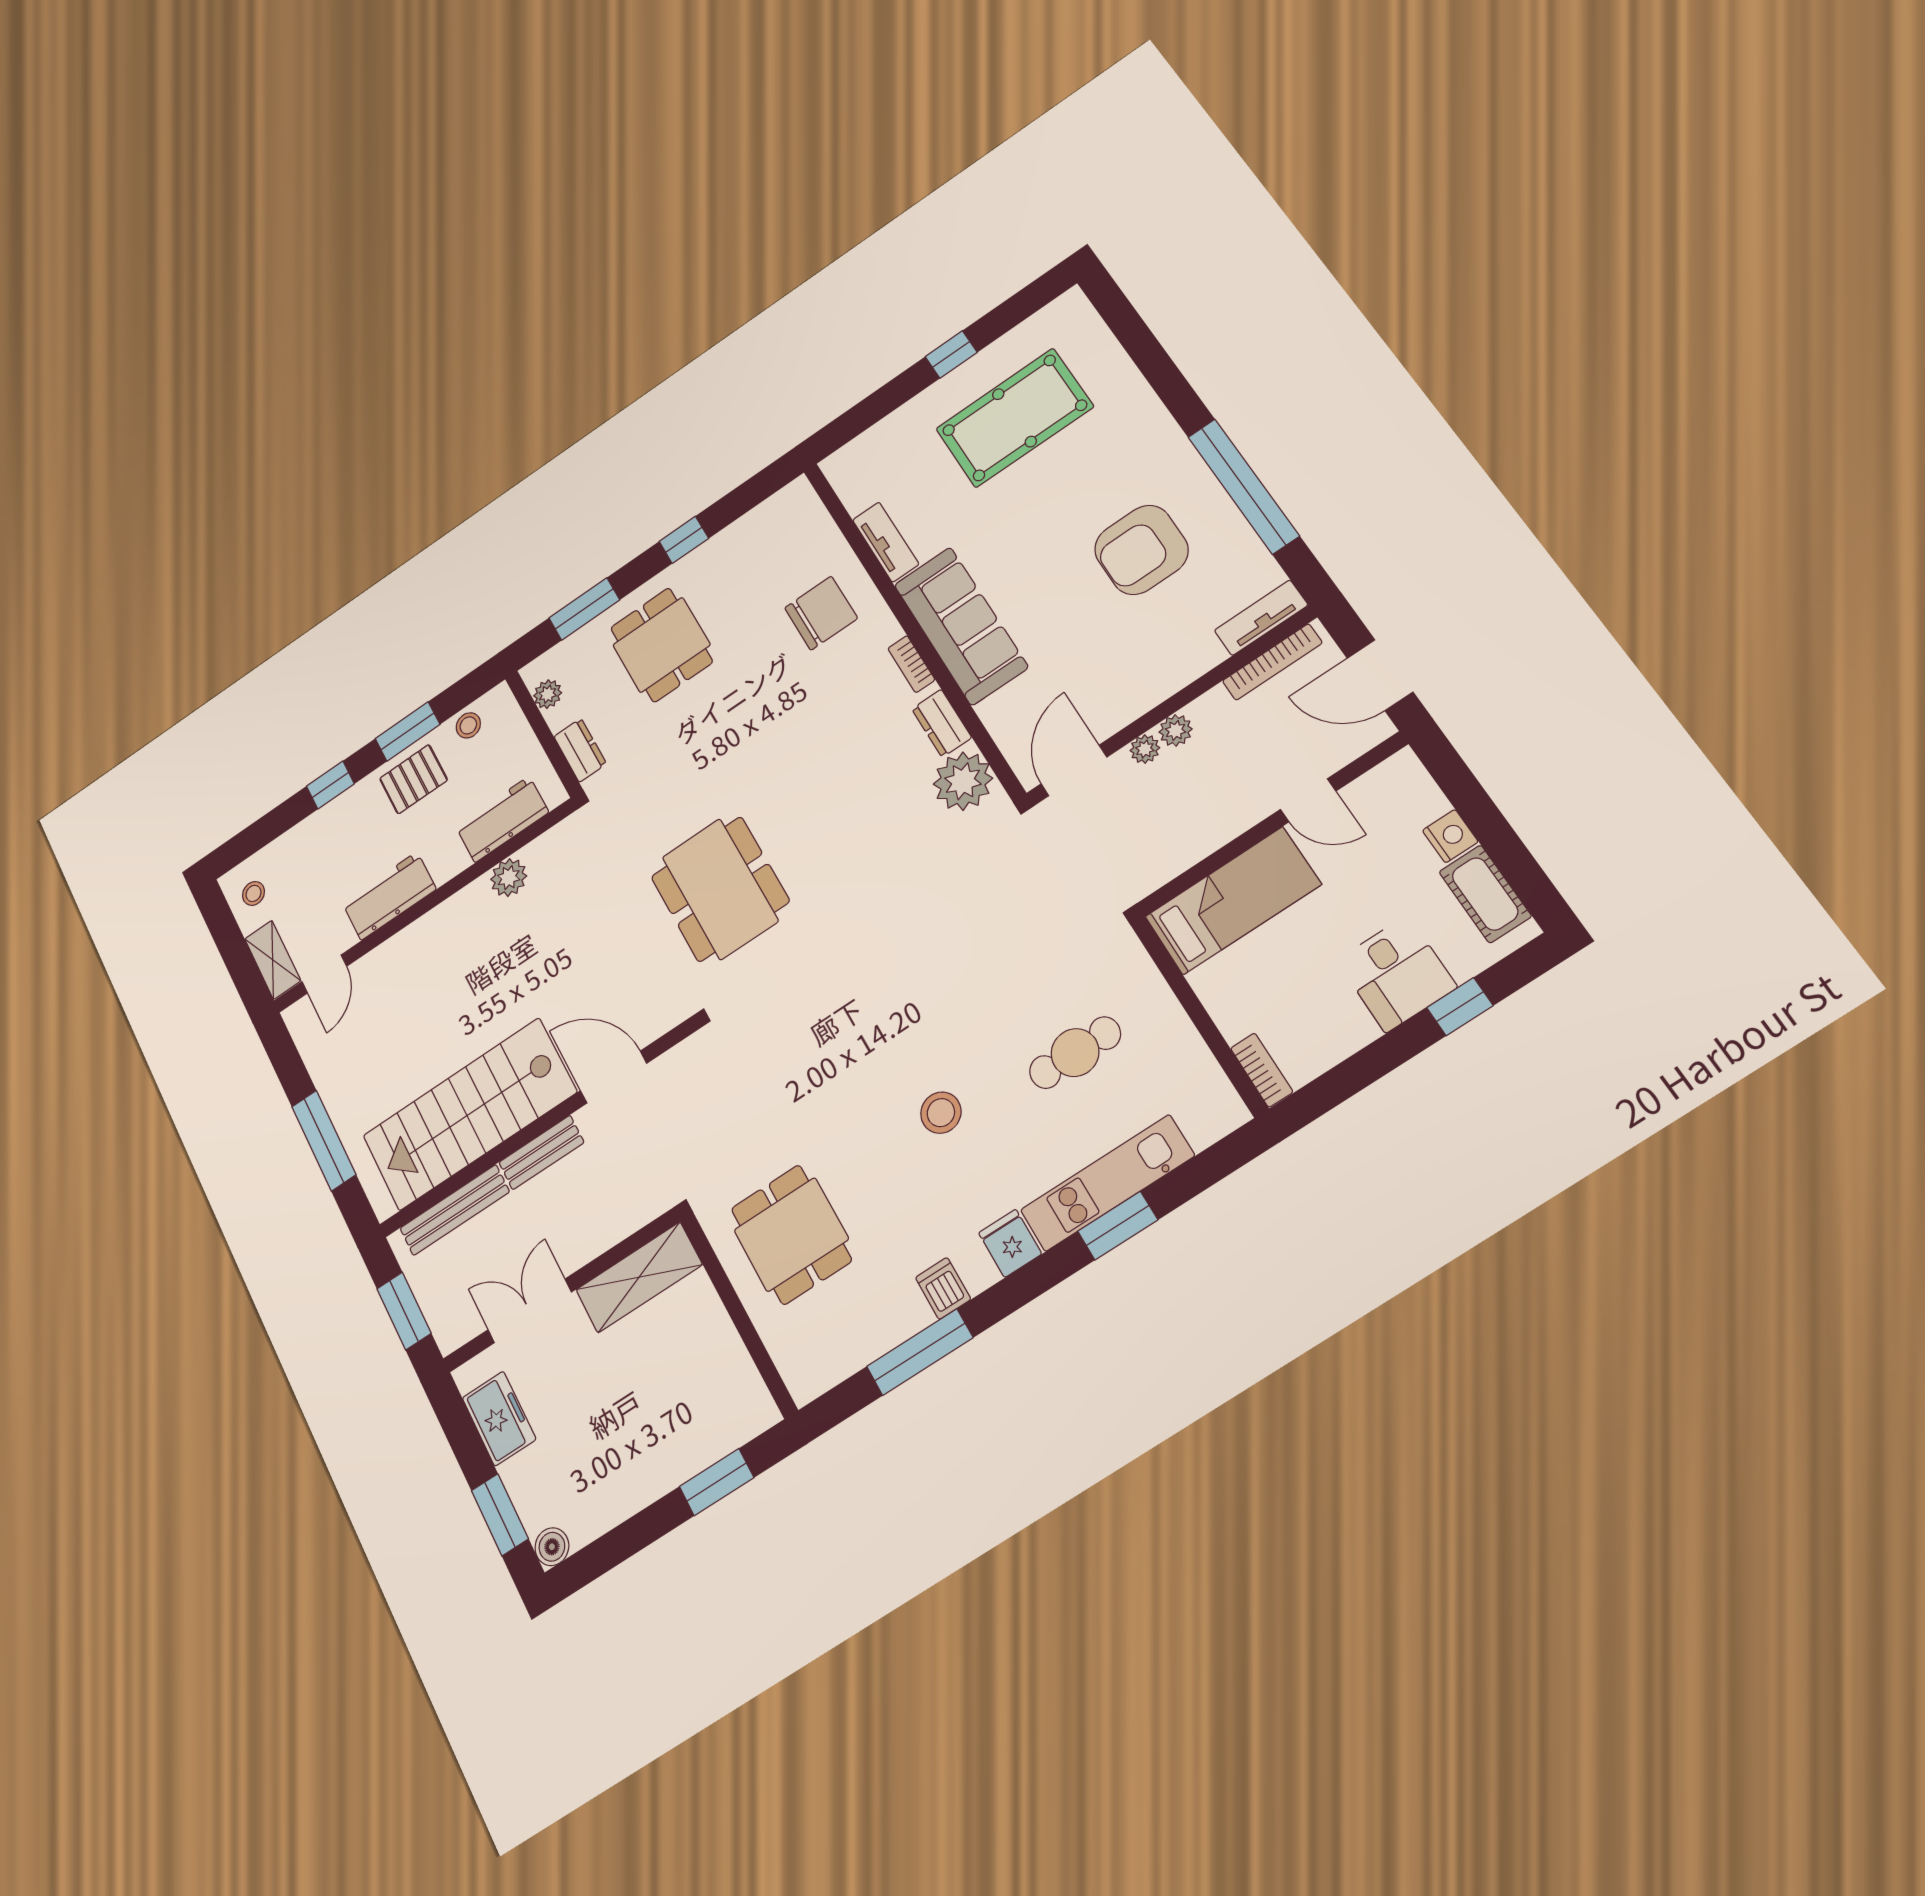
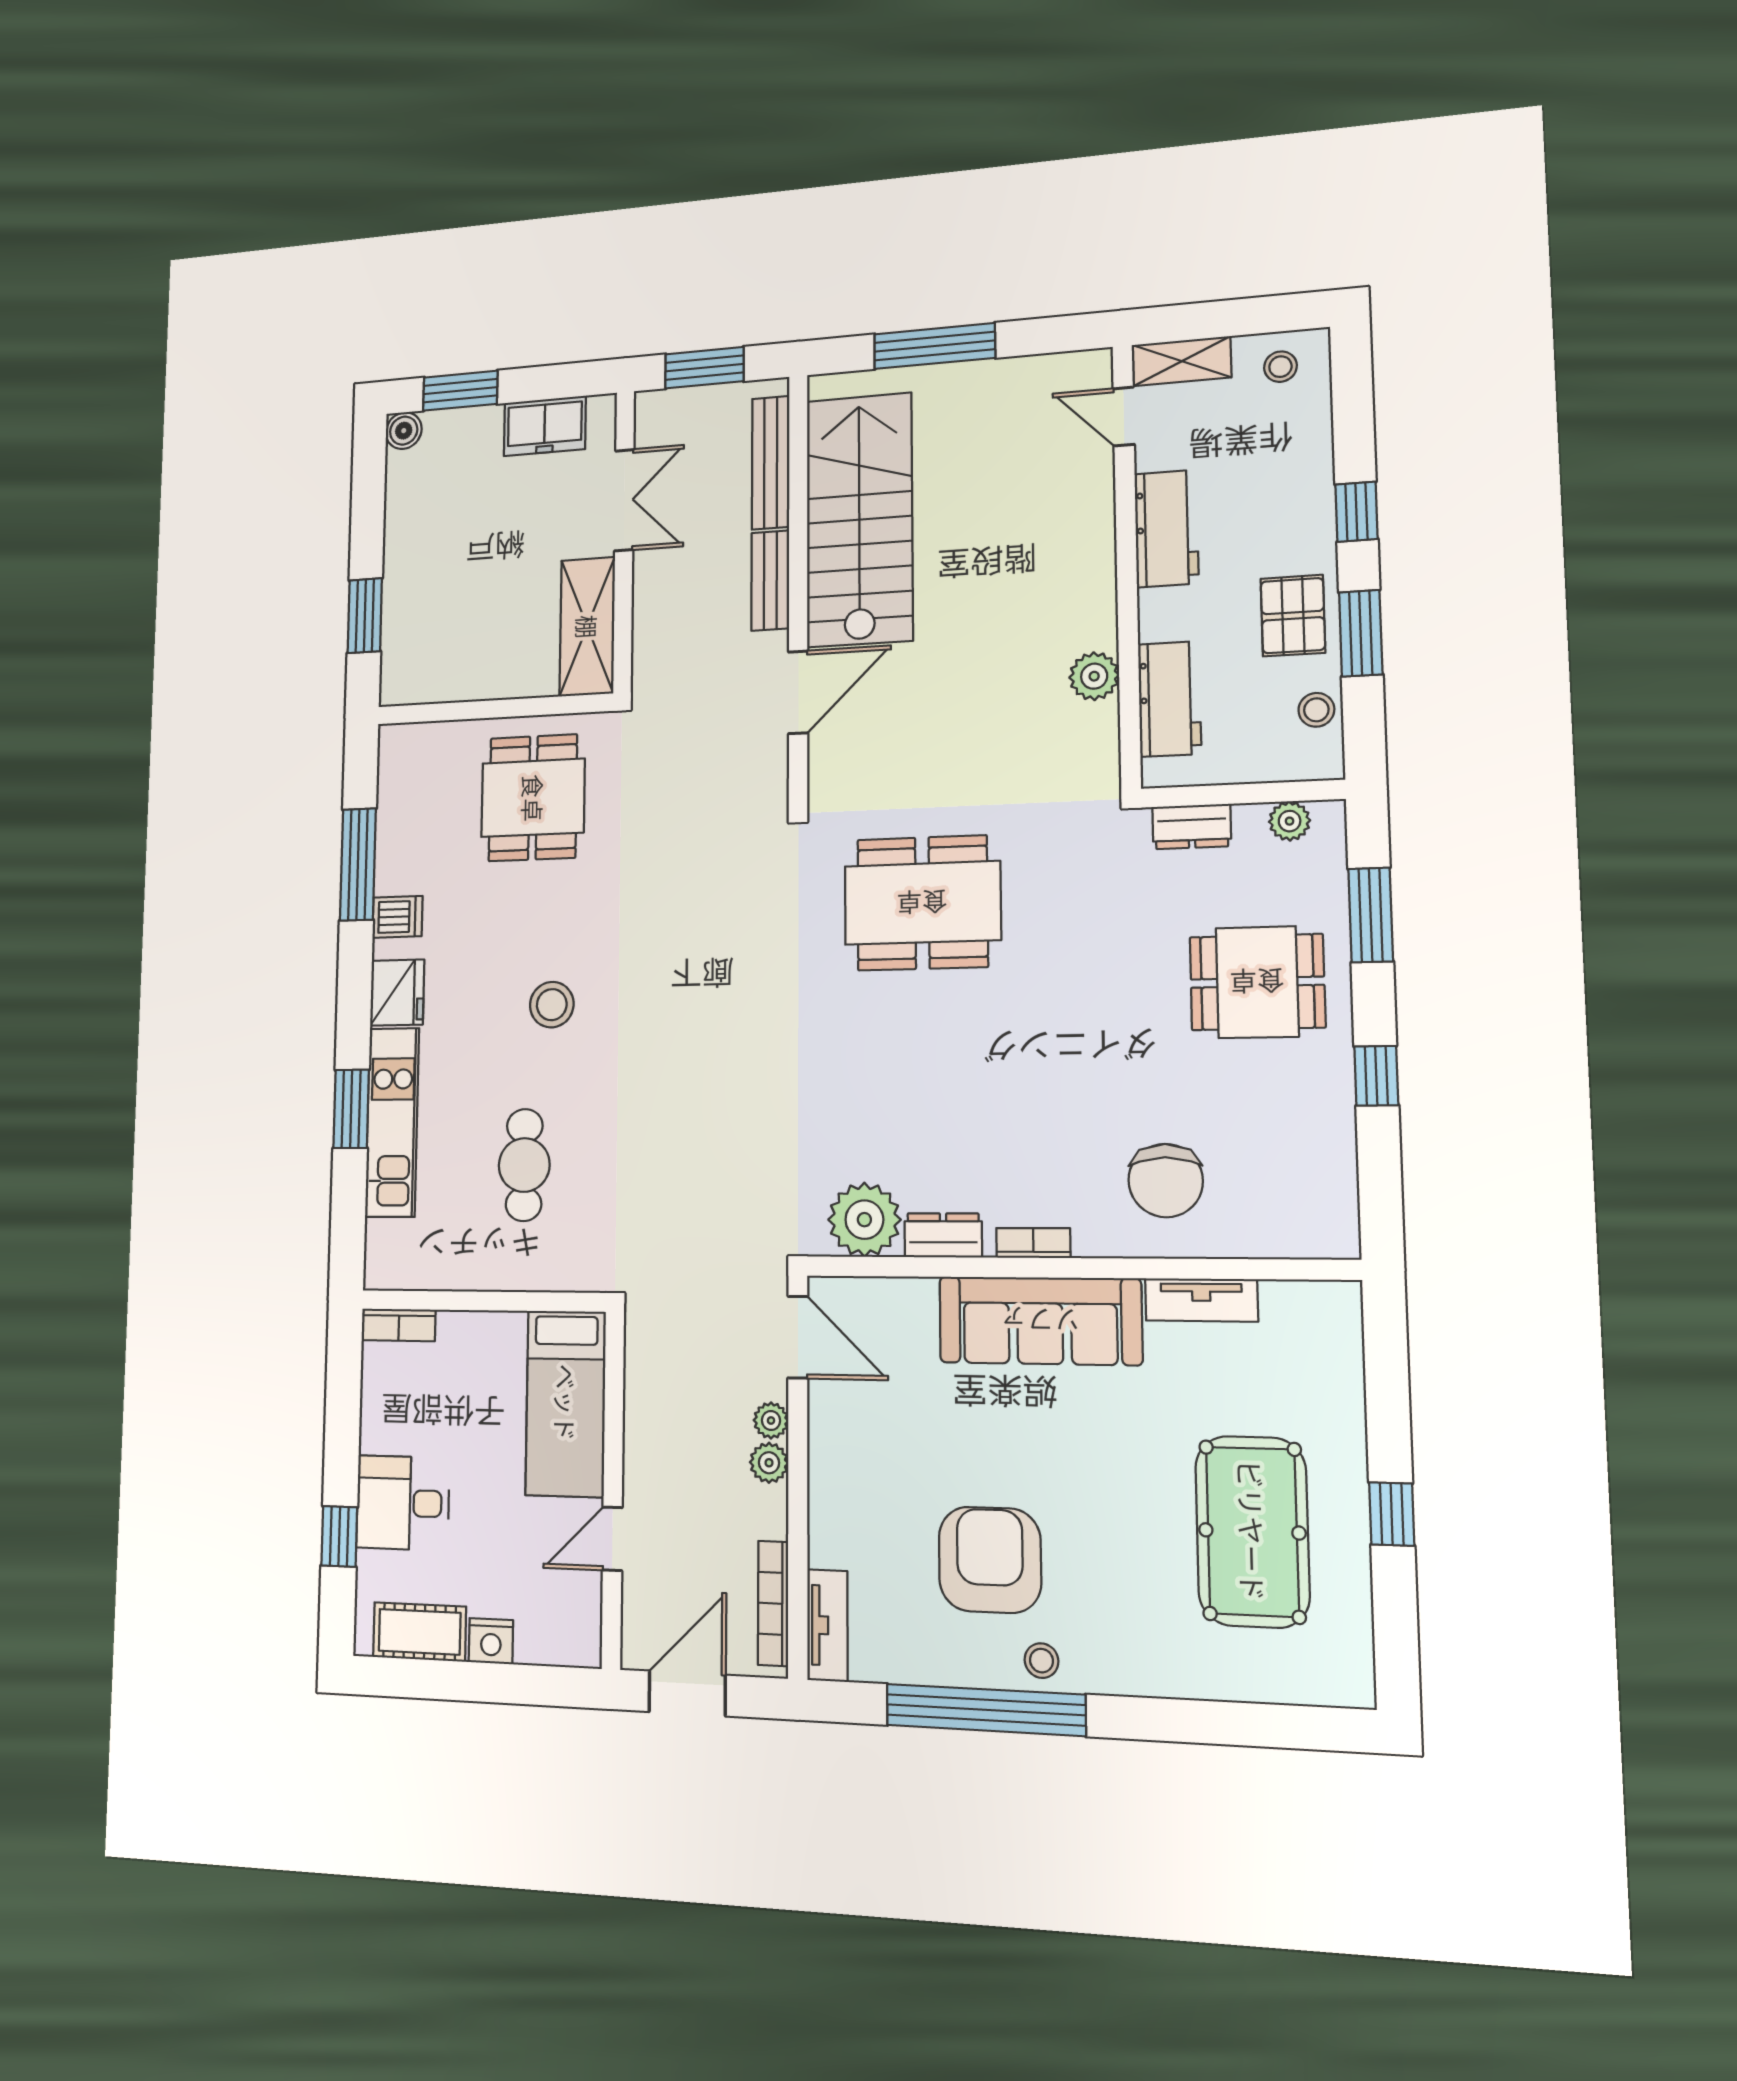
stool: (1185, 476) -> (1042, 1661), added
dining table: (791, 1235) -> (533, 798), turned 90
fridge: (1010, 1243) -> (397, 993), width x1.38

